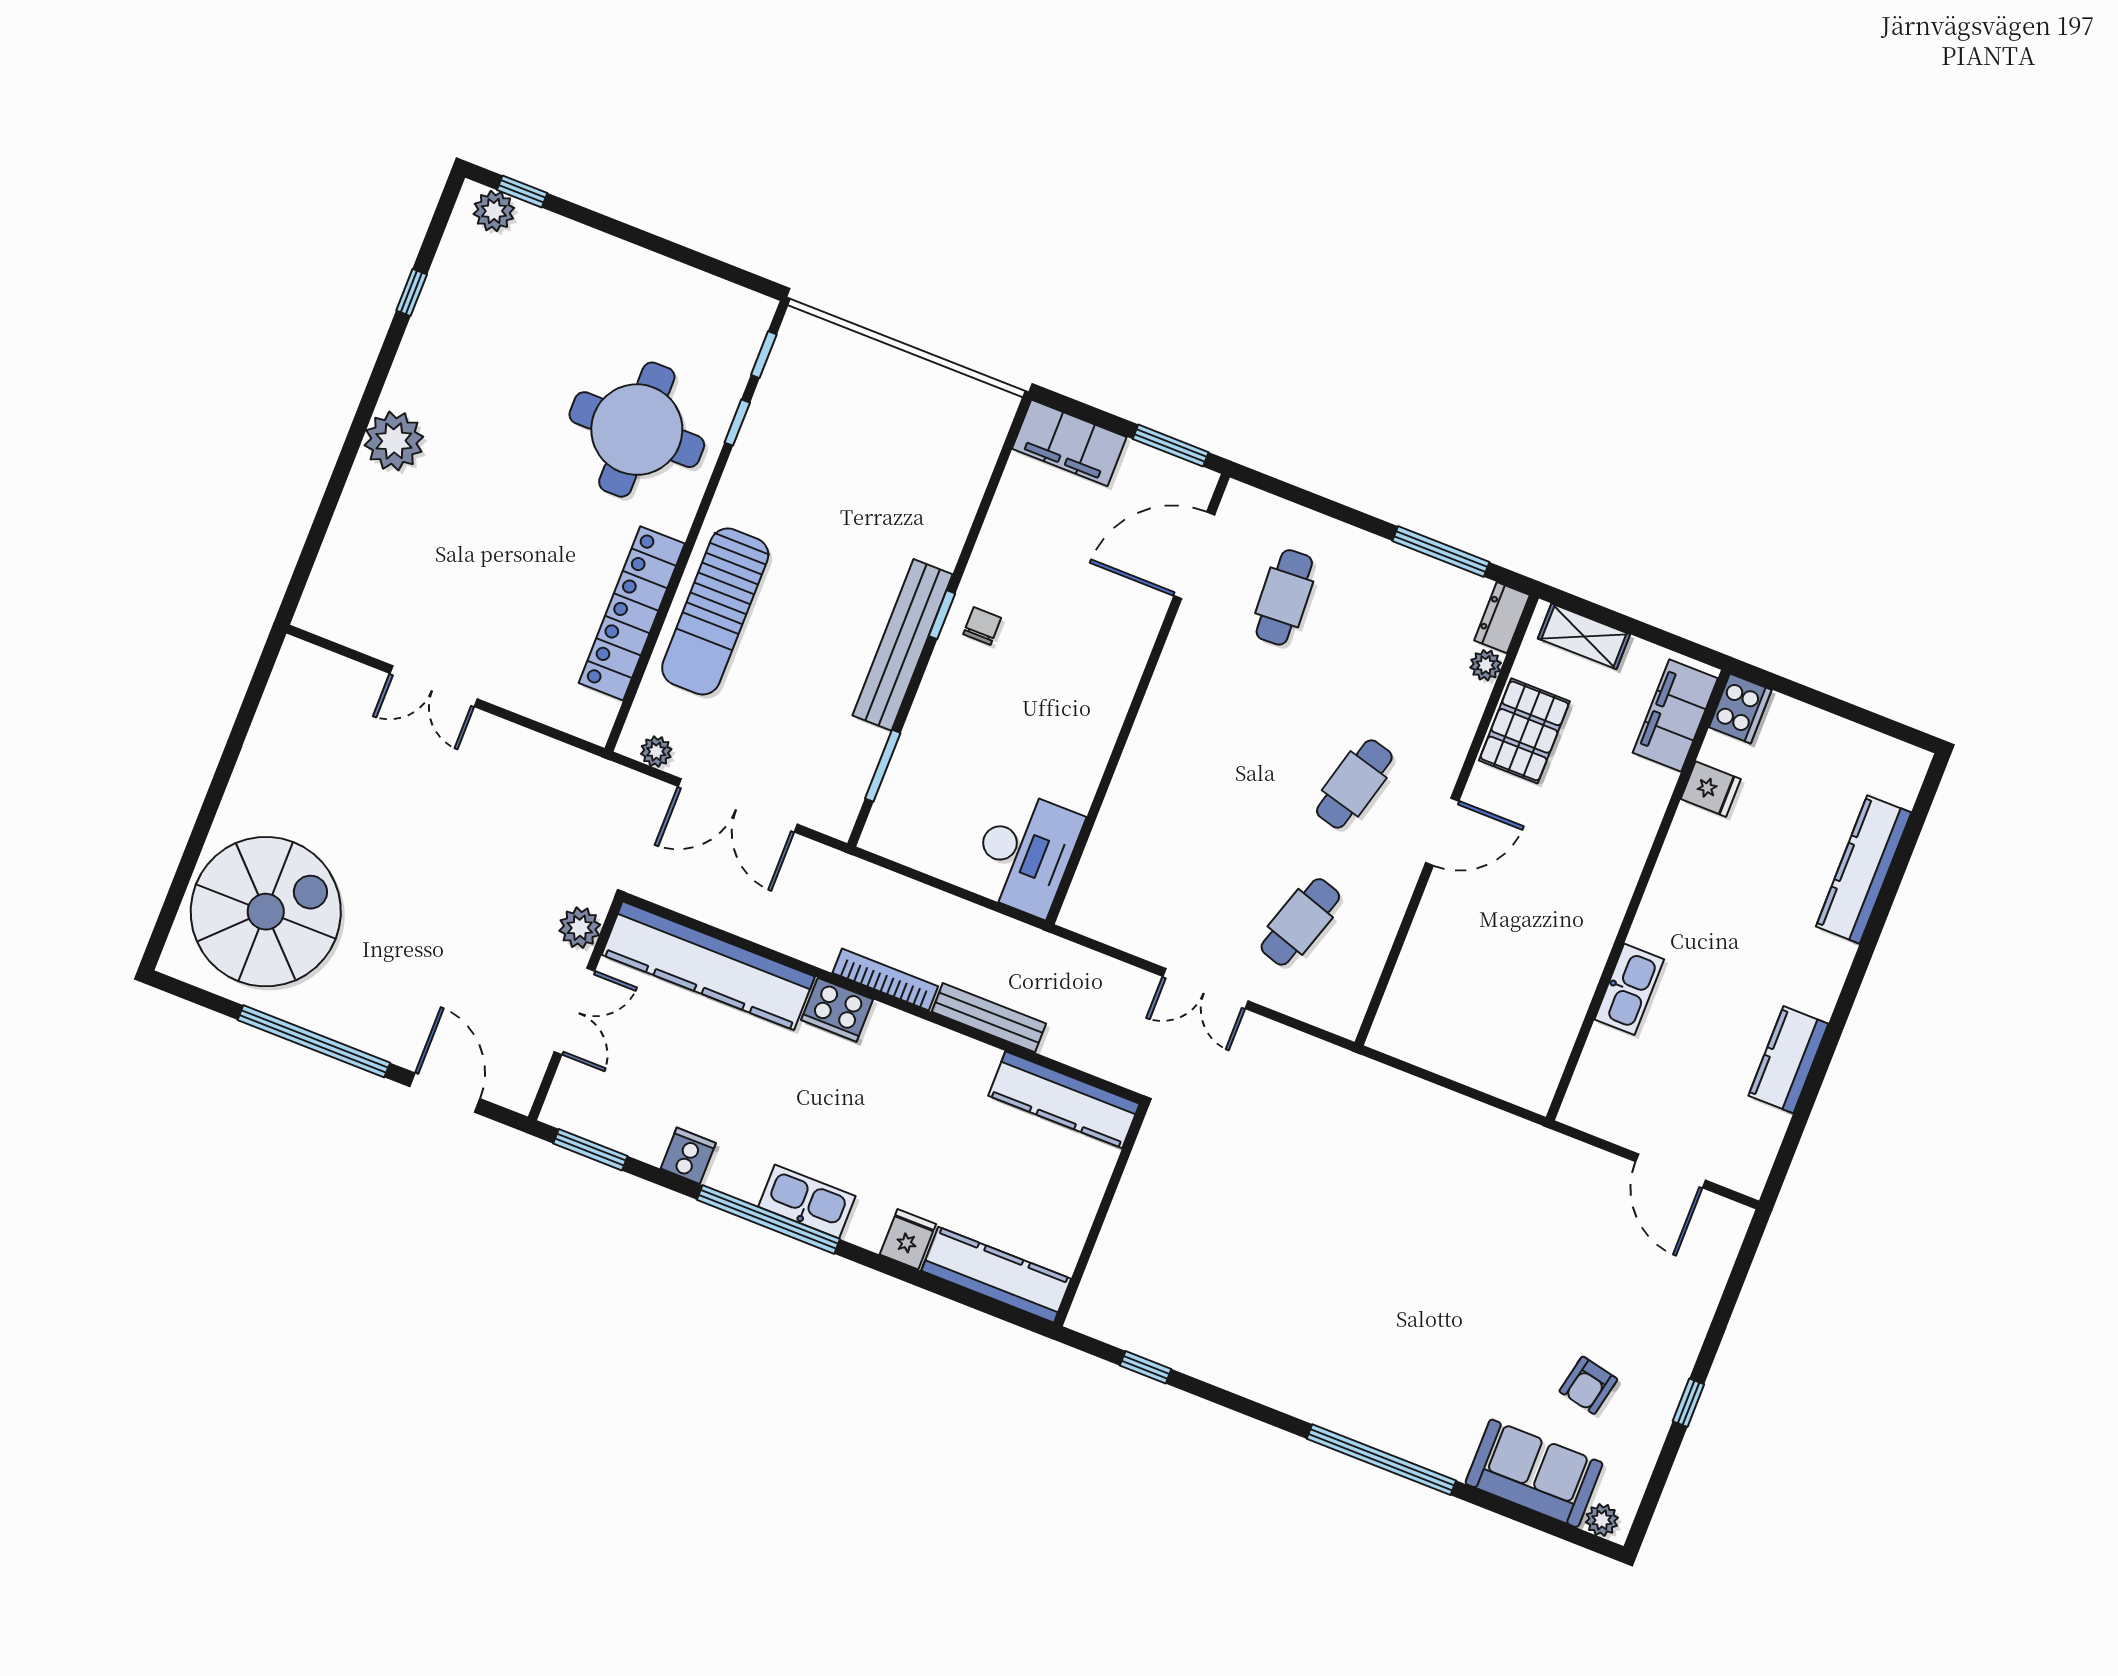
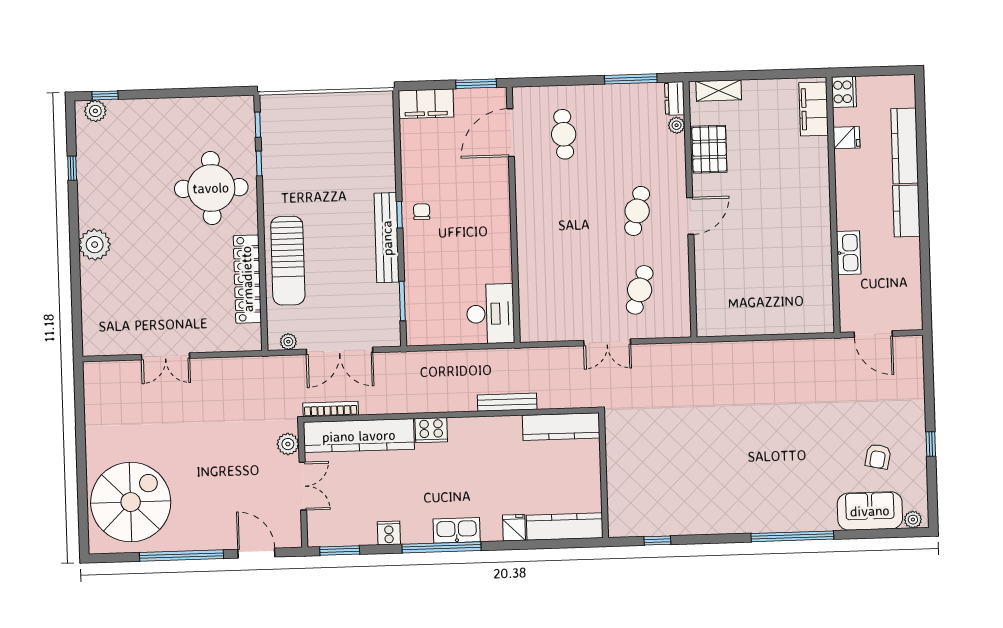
cooker: (1740, 708) -> (844, 92), moved
filing cabinet: (1675, 715) -> (814, 109), moved
fridge: (1711, 789) -> (846, 138), moved
wall: (1638, 895) -> (833, 205), moved
bookcase: (885, 980) -> (331, 409), moved
kitchen sink: (1629, 989) -> (849, 253), moved
kitchen counter: (1788, 1060) -> (906, 211), moved

